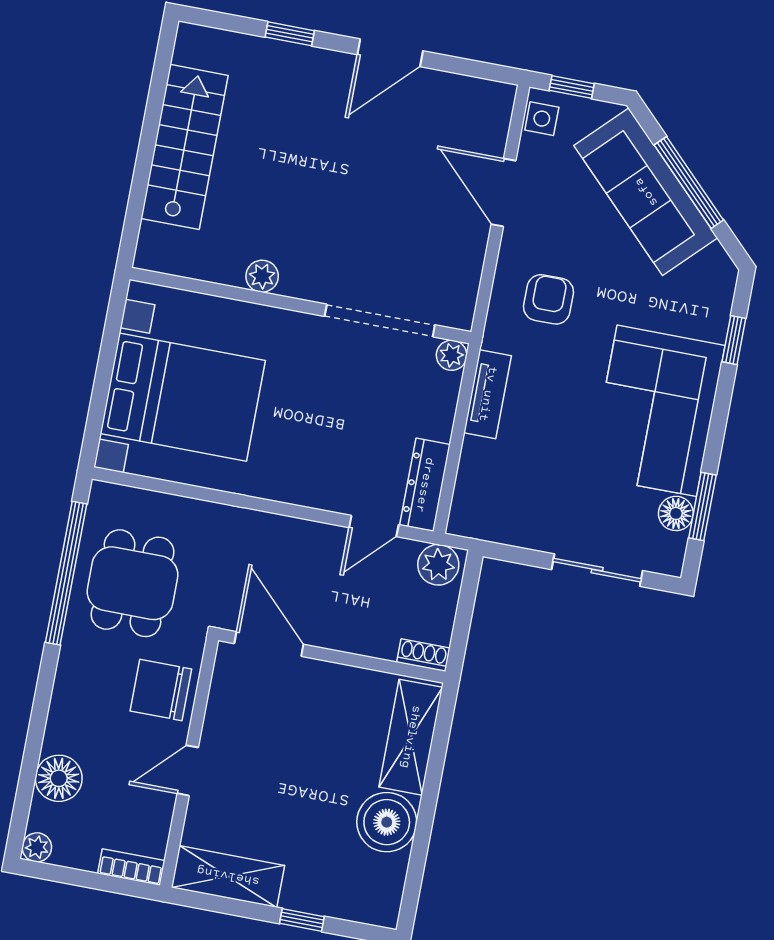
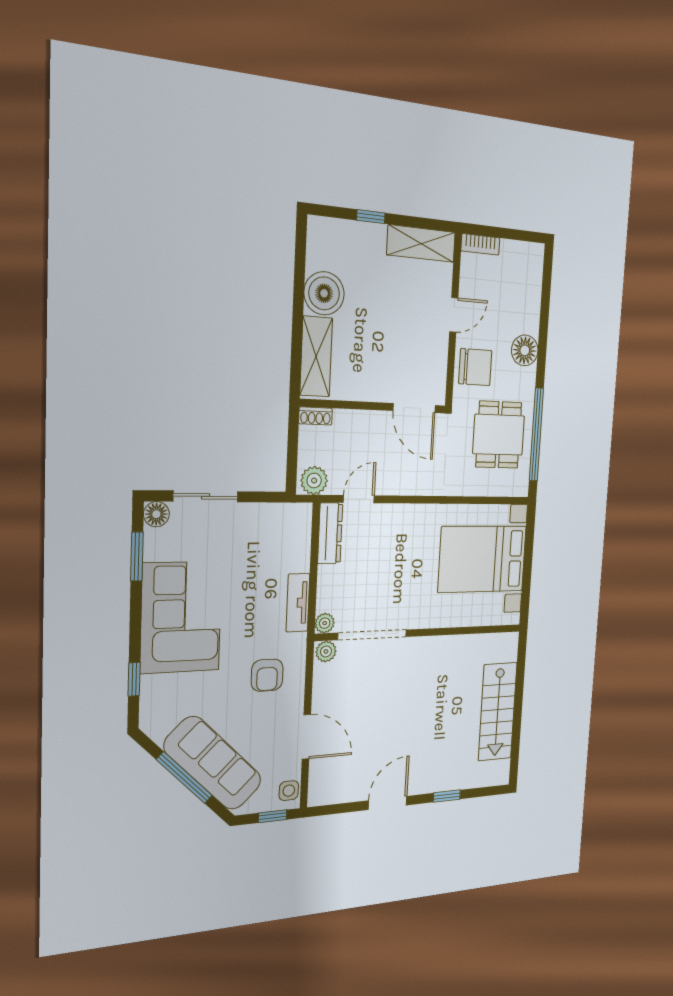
plant: (262, 276) -> (326, 651), moved
floor lamp: (676, 513) -> (156, 514), moved
floor lamp: (59, 778) -> (525, 350), moved
plant: (37, 847) -> (536, 252), removed

